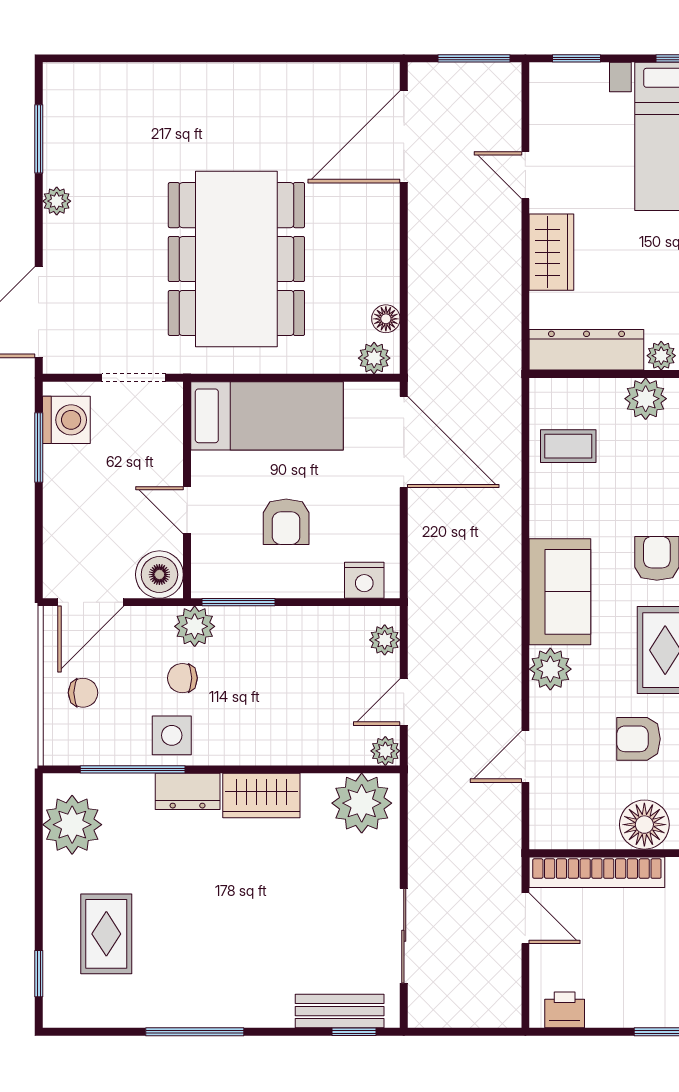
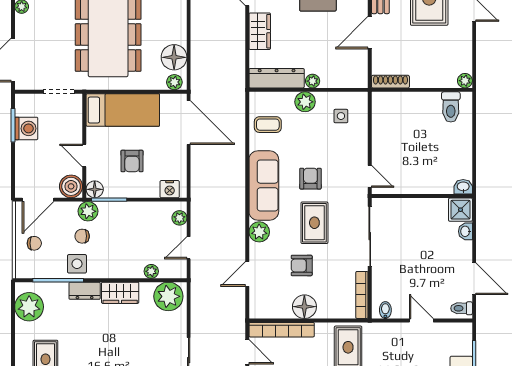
floor lamp: (386, 319) -> (174, 57), width x1.89, depth x1.89
washing machine: (66, 420) -> (26, 128), moved
floor lamp: (208, 581) -> (95, 189), added
sofa: (560, 592) -> (264, 185), width x1.36
plant: (385, 751) -> (151, 271), moved

